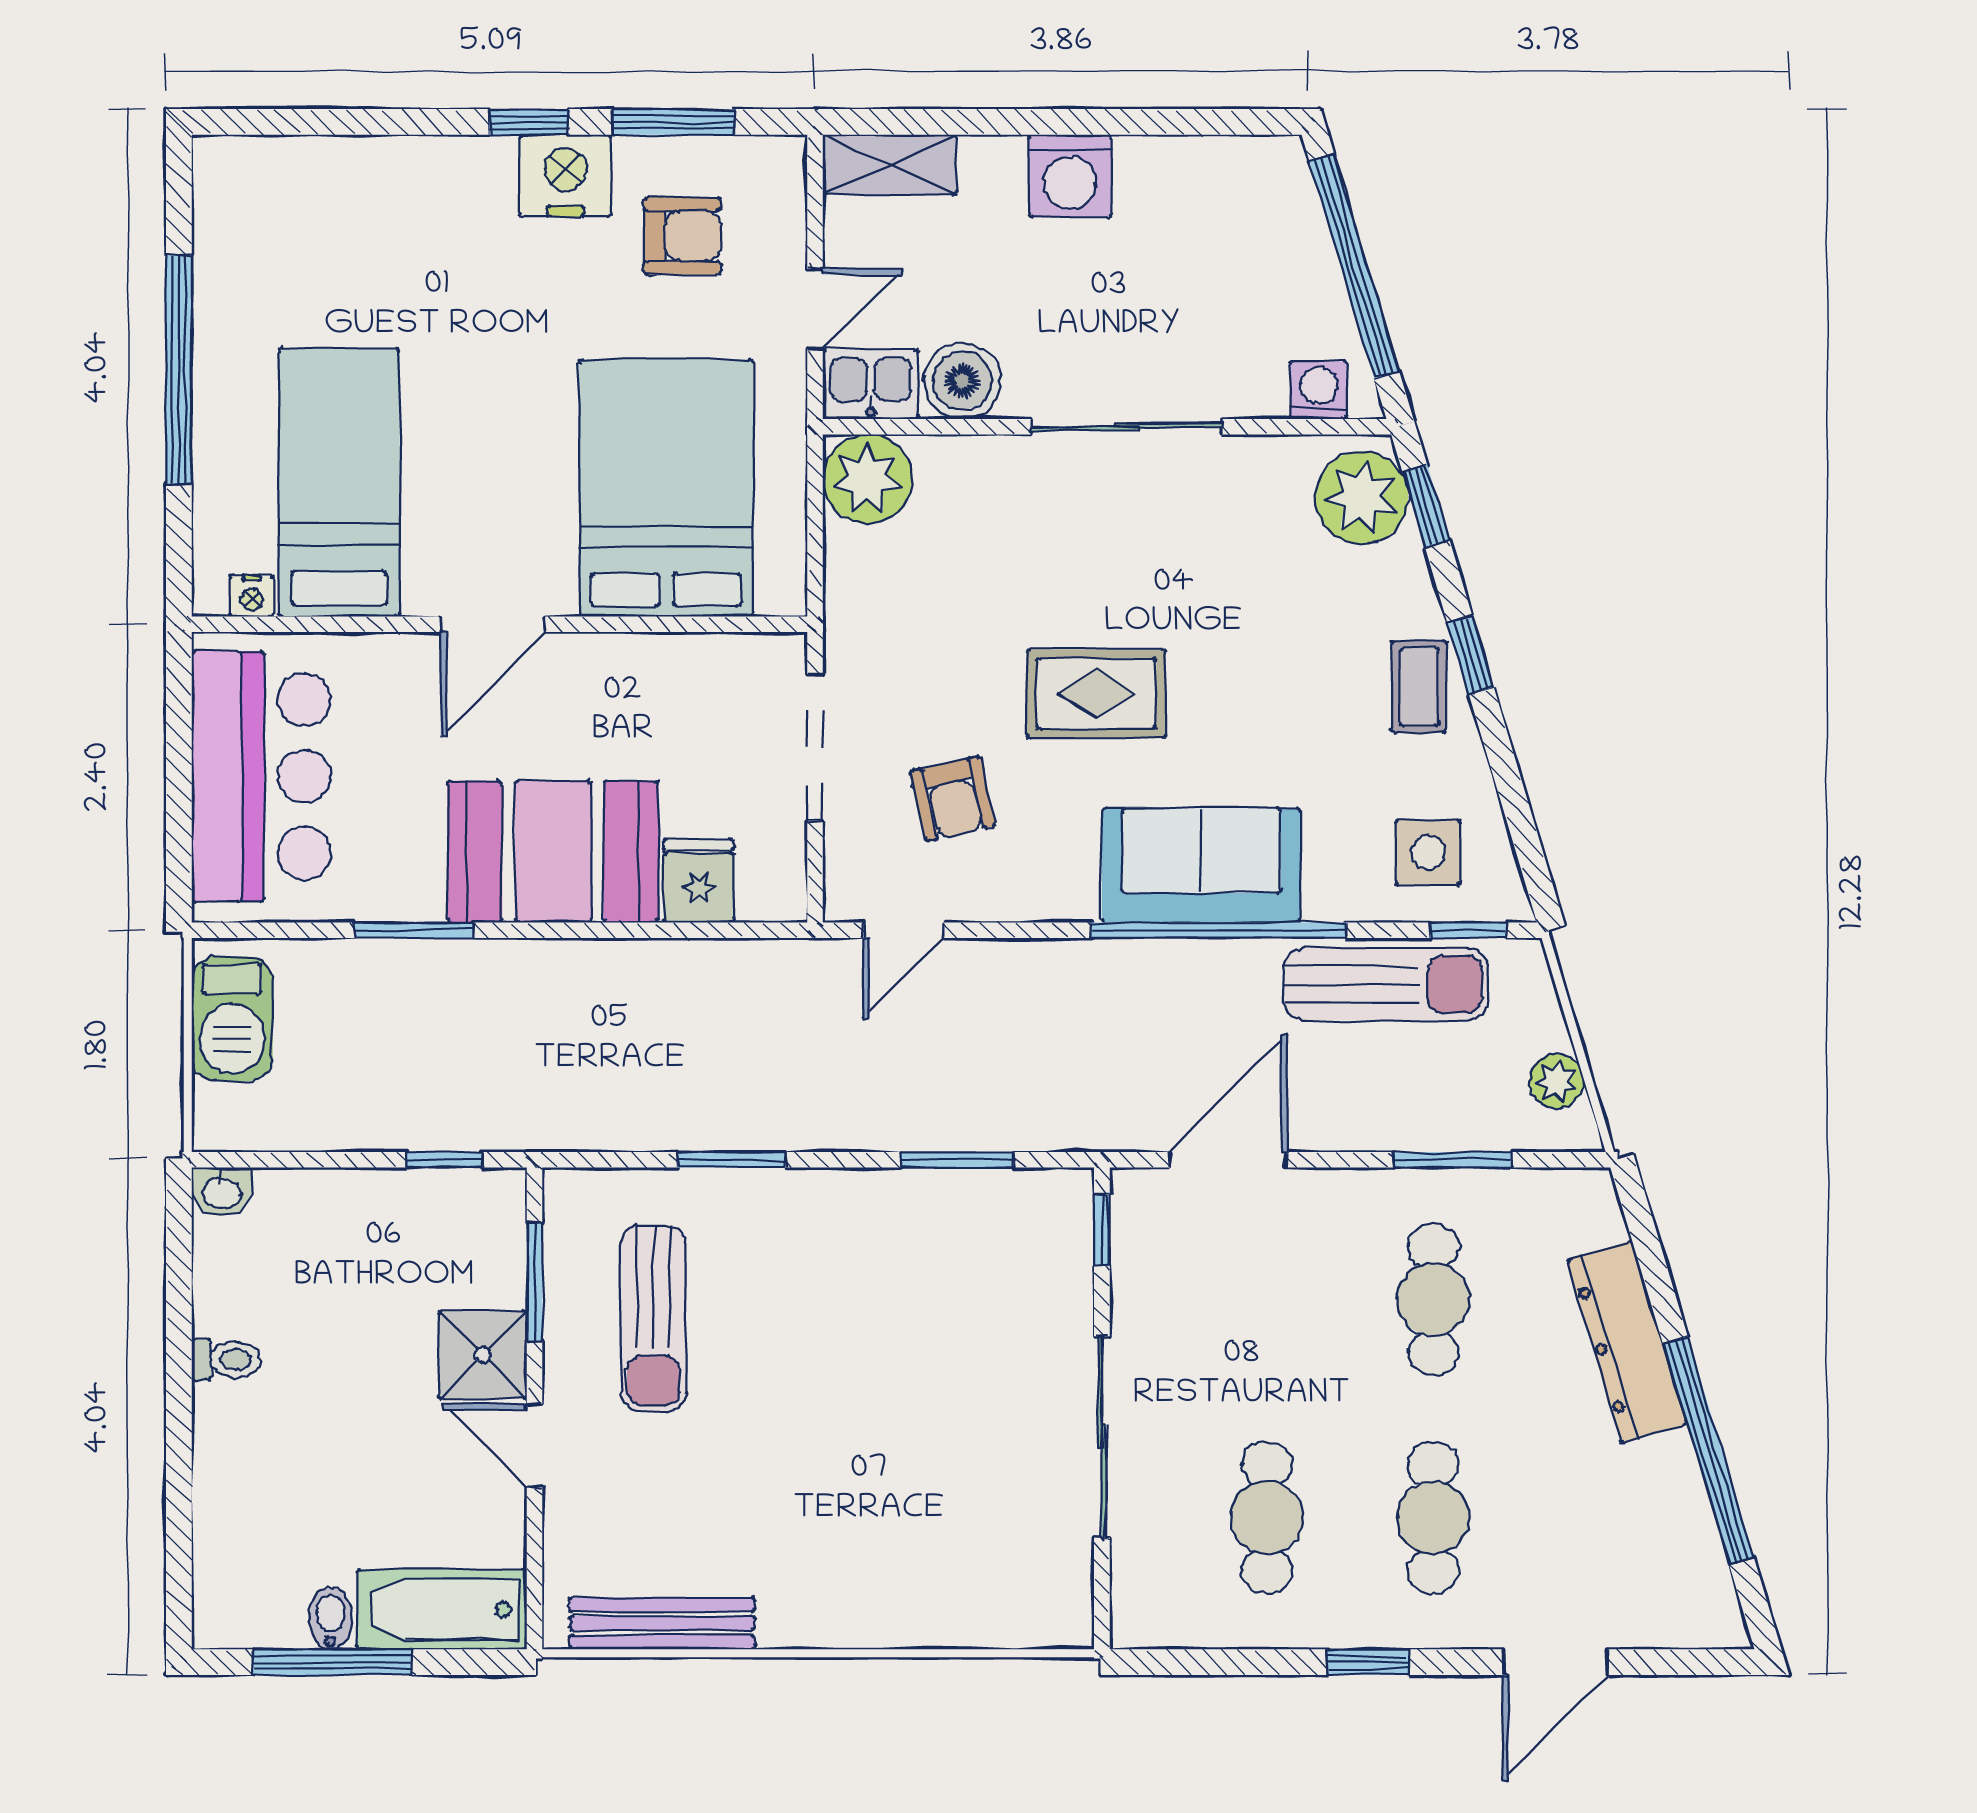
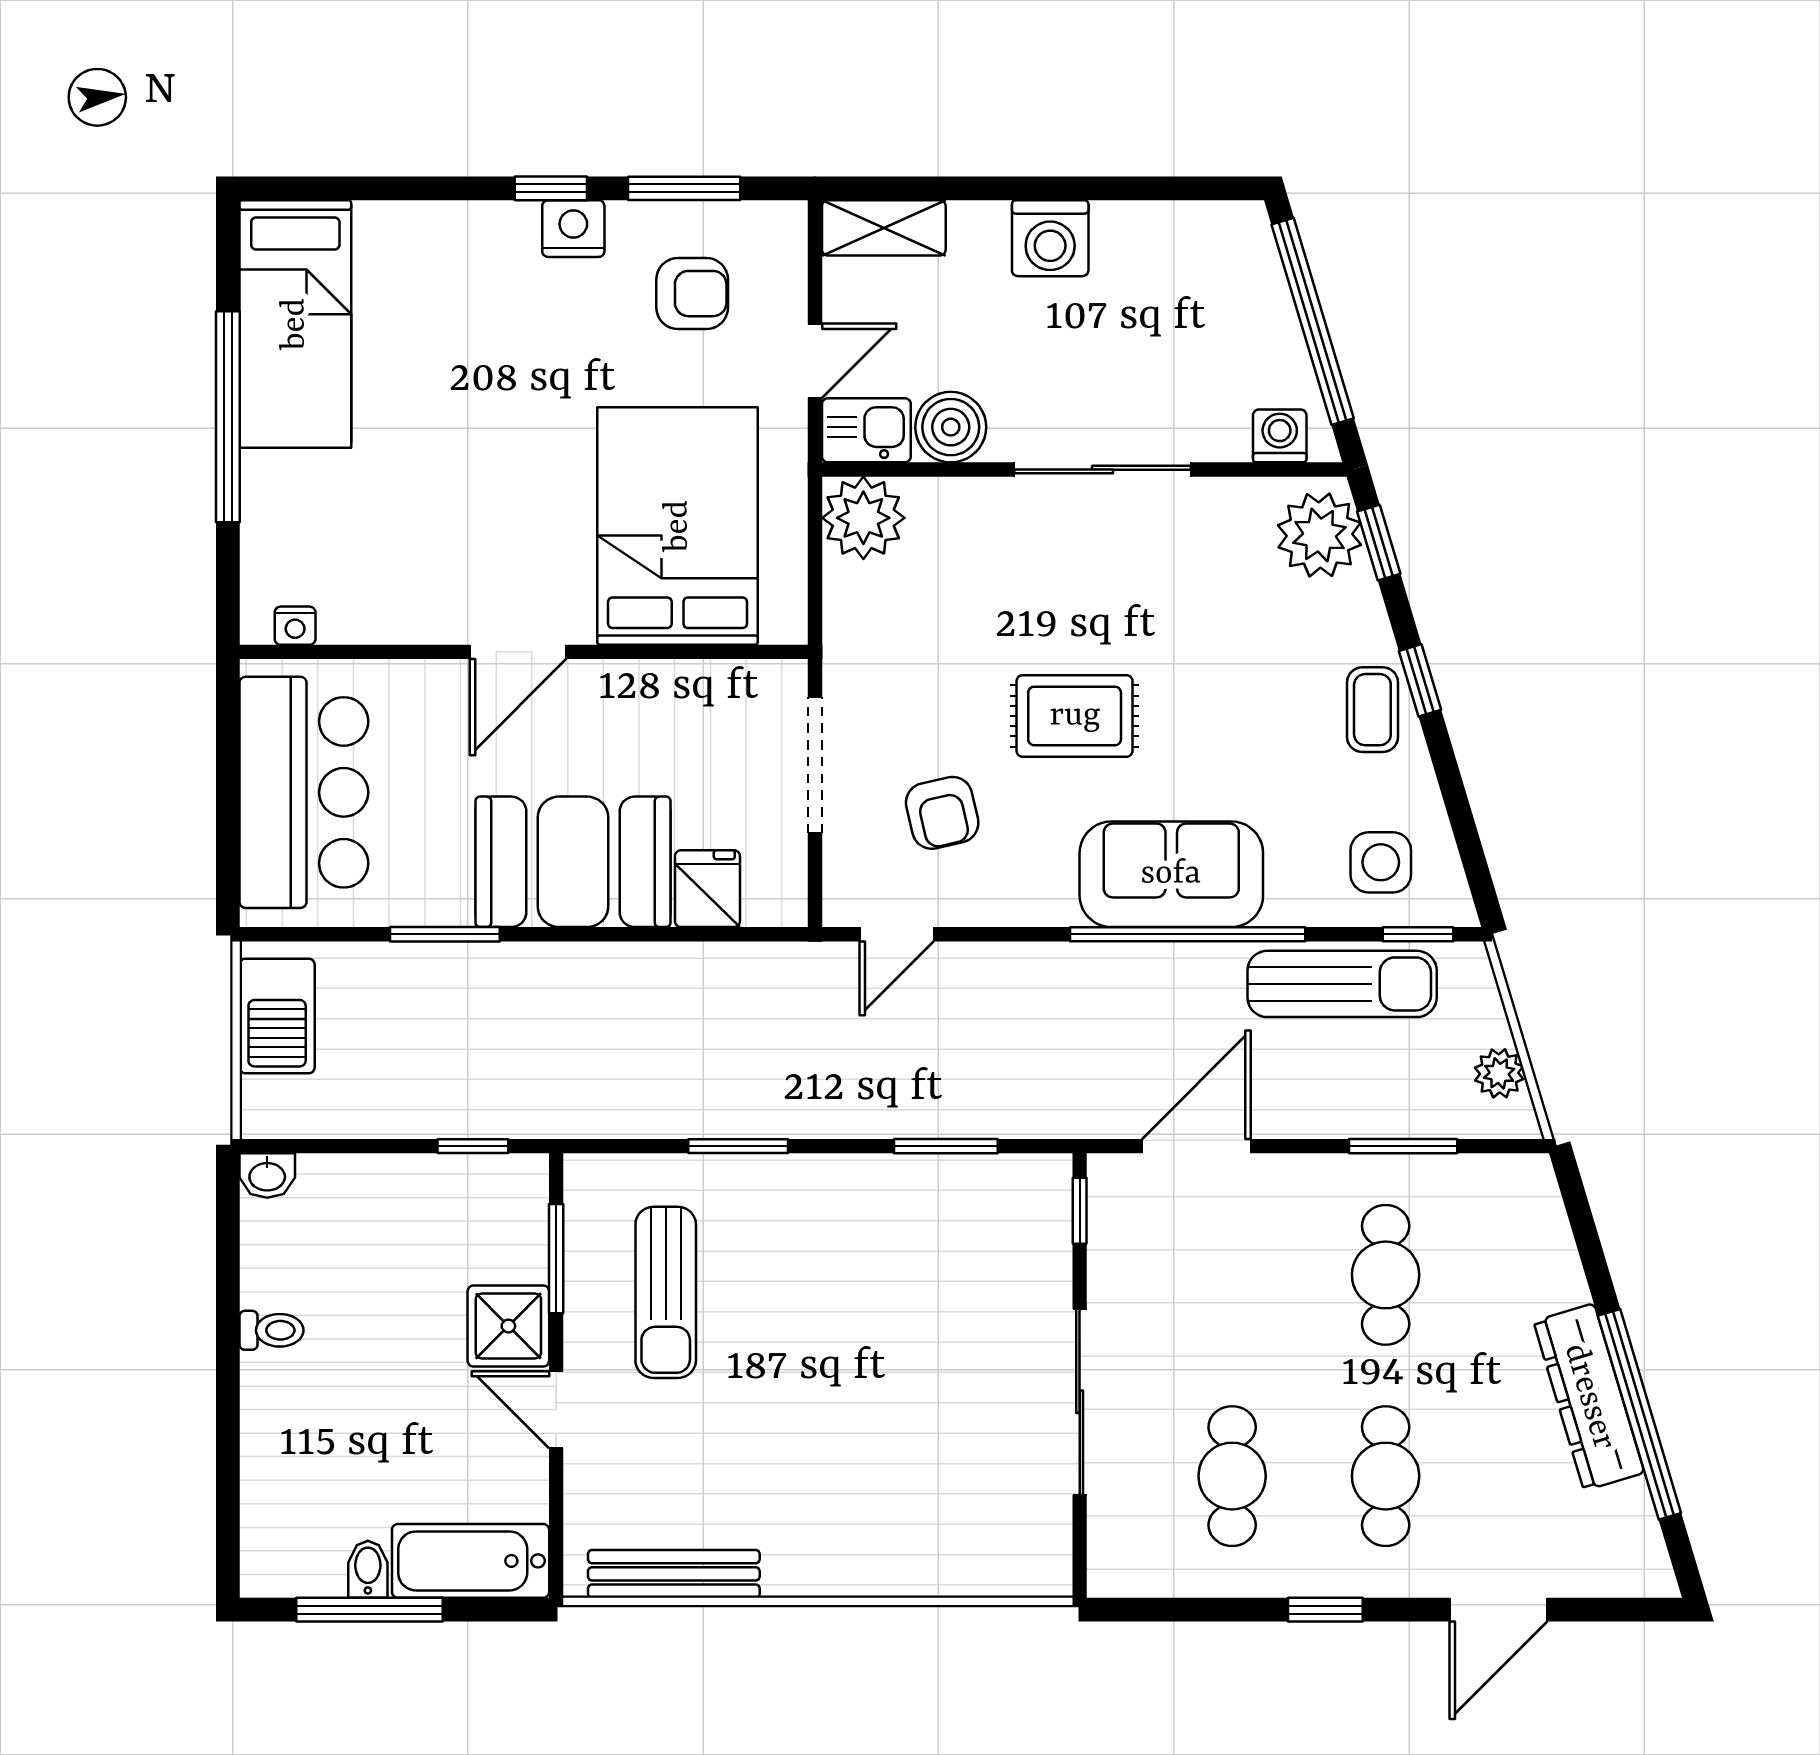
nightstand: (565, 176) -> (573, 229), width x0.74, depth x0.75
bed: (339, 482) -> (295, 324), moved, turned 180
dresser: (1627, 1342) -> (1589, 1397), moved

